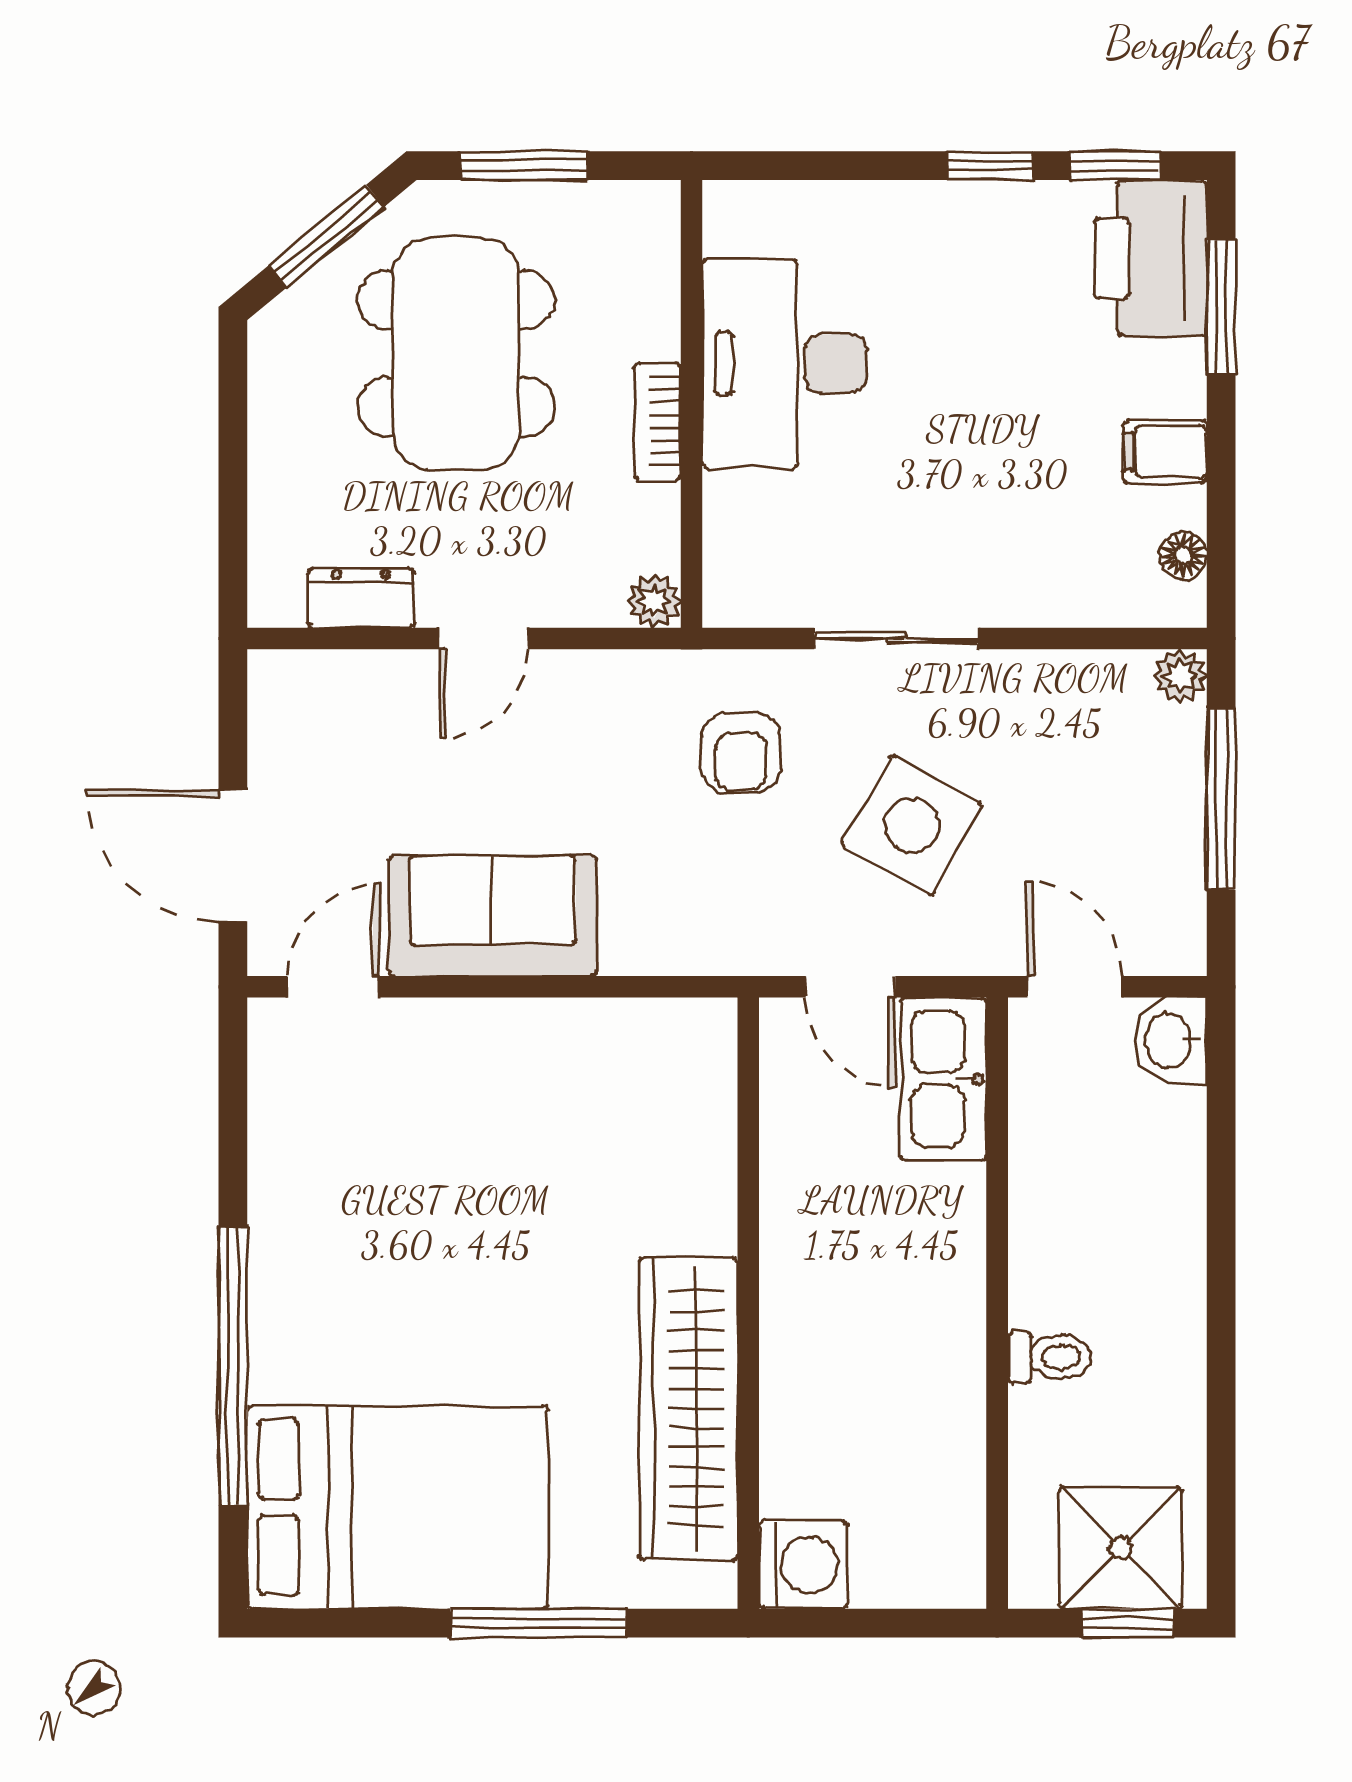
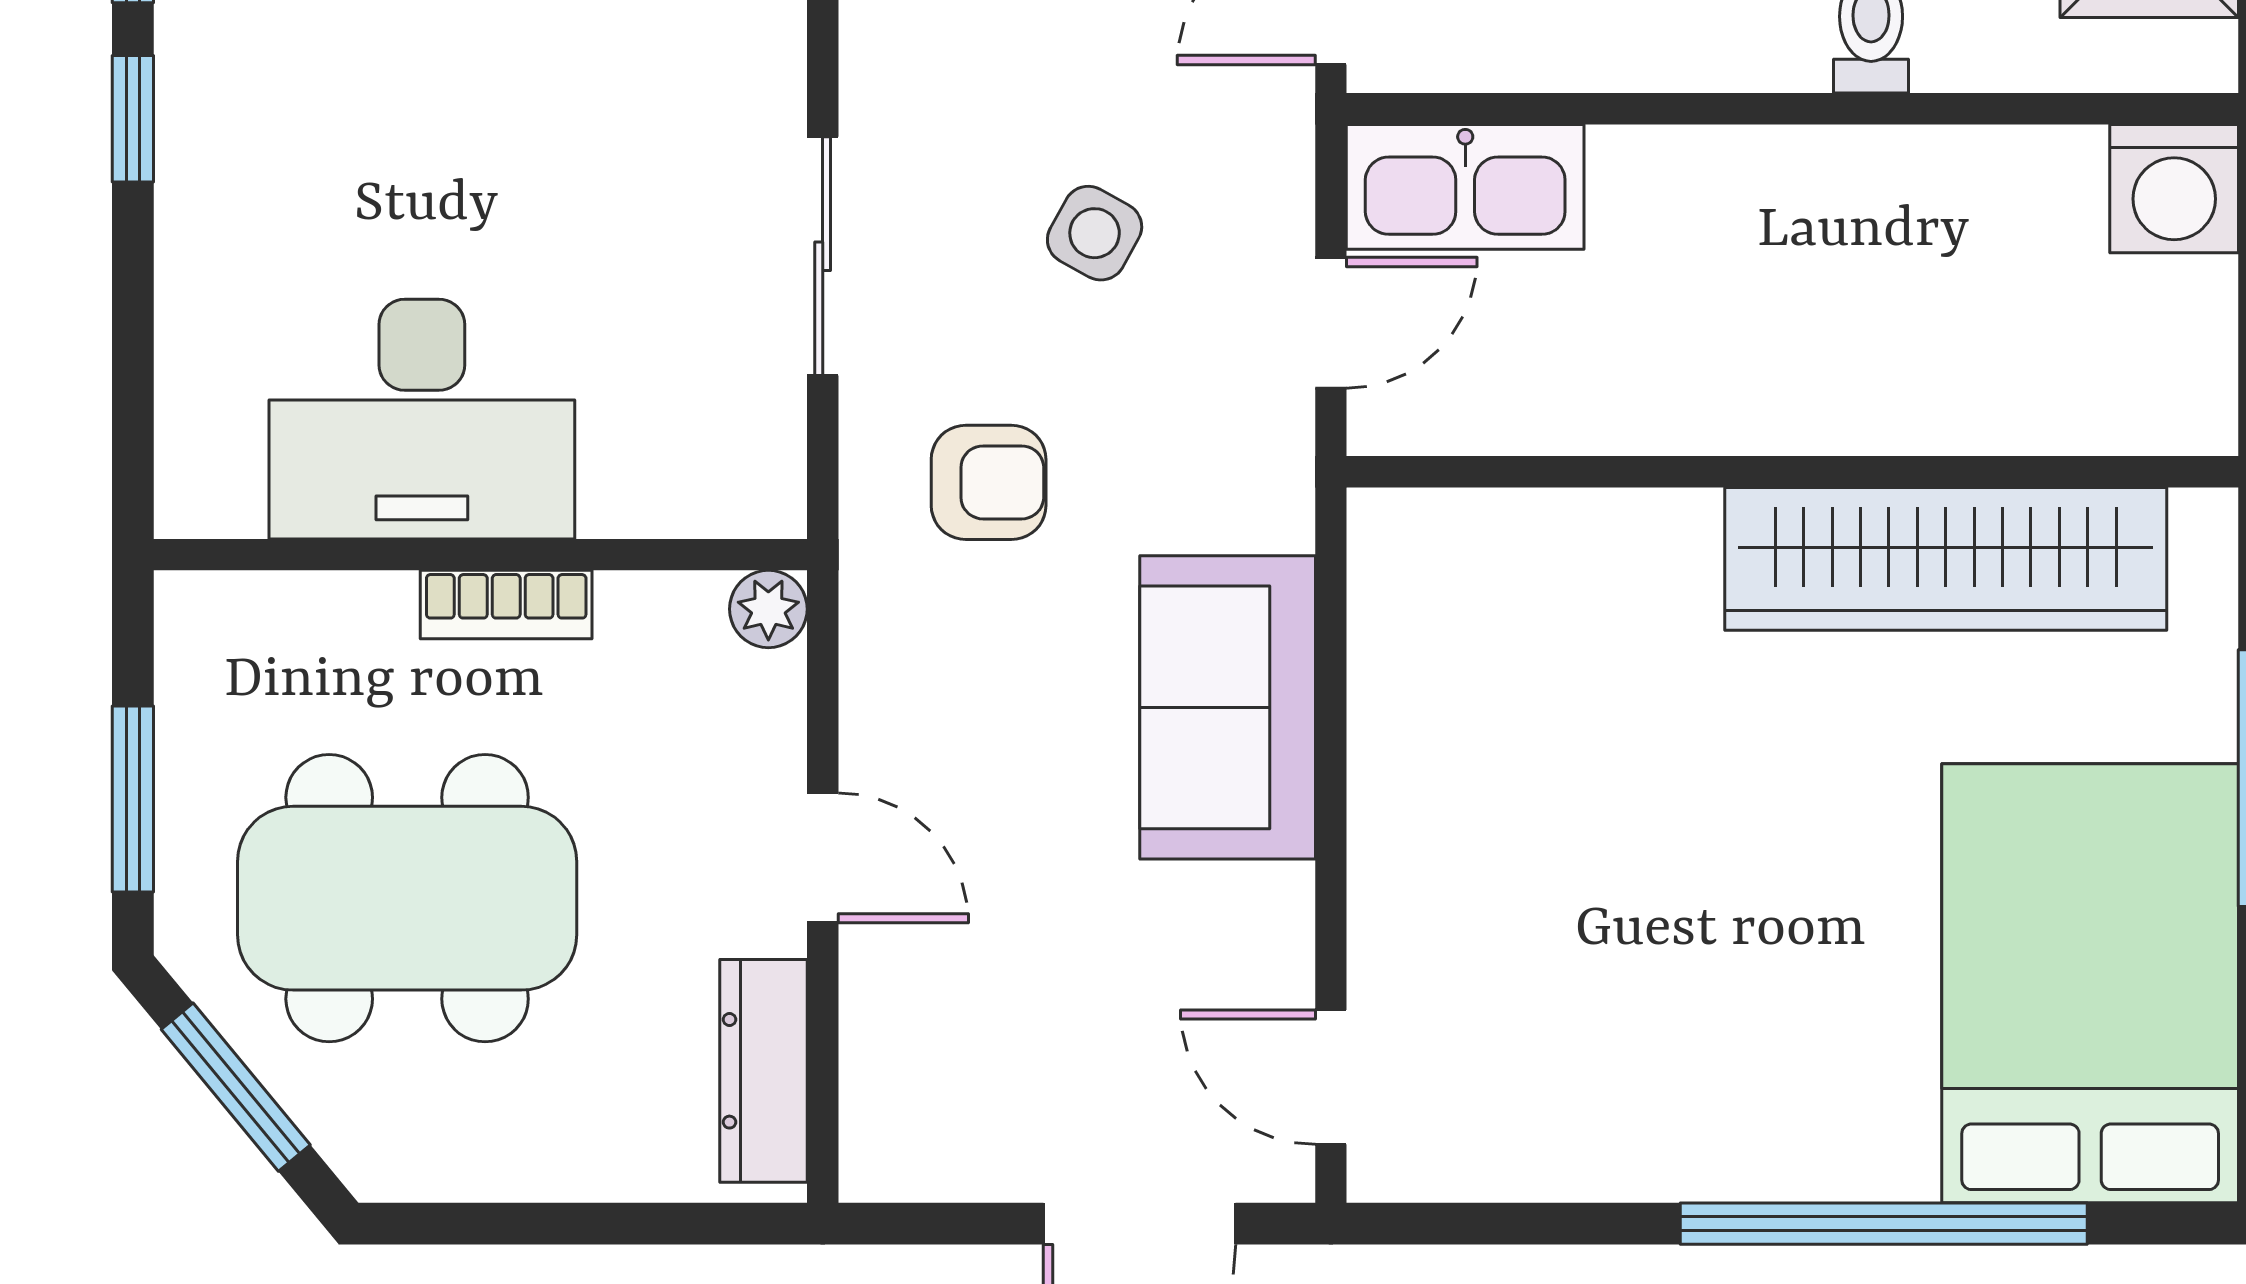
dresser: (361, 598) -> (764, 1071), width x1.44
side table: (912, 825) -> (1095, 233), width x0.54, depth x0.54
sofa: (492, 916) -> (1228, 707), moved
washing machine: (803, 1565) -> (2174, 189), moved, turned 180

